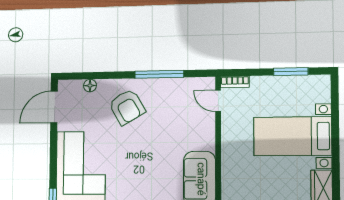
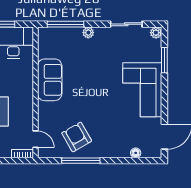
armchair: (127, 107) -> (77, 137), moved

